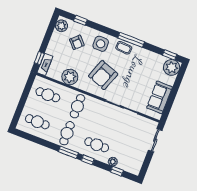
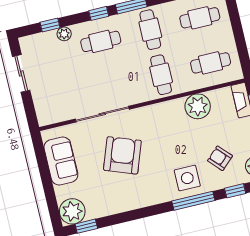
window: (131, 40) -> (193, 201), moved
coffee table: (124, 48) -> (153, 194), removed
armchair: (103, 75) -> (122, 155), moved
sliding door: (155, 140) -> (21, 73), moved

